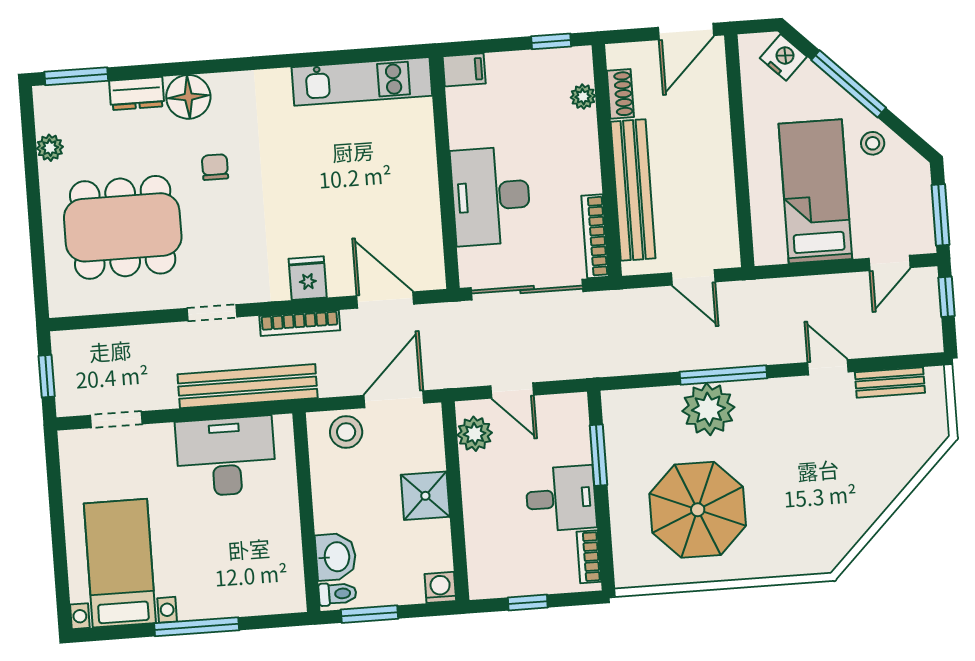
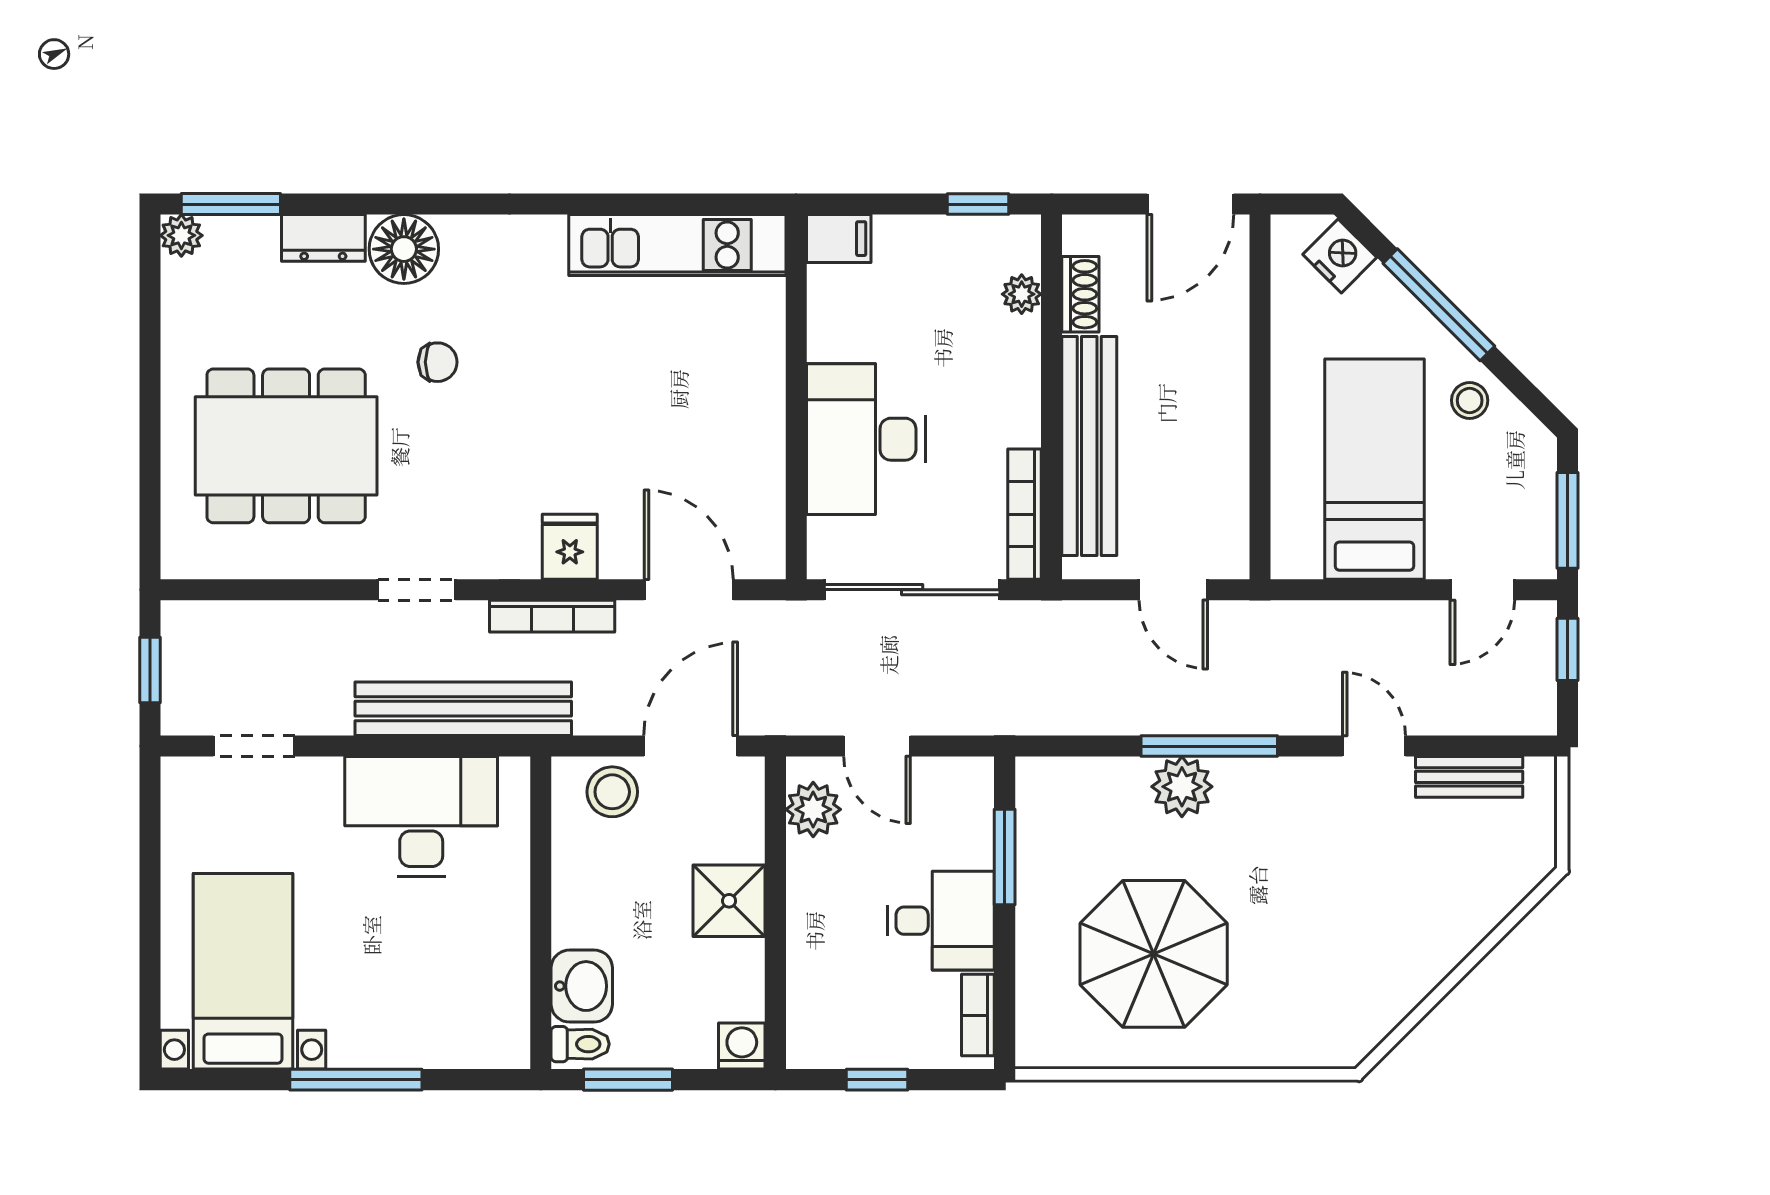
plant: (50, 148) -> (181, 235), moved
chair: (215, 167) -> (437, 362), turned 90
plant: (708, 409) -> (1182, 787), width x0.73, depth x0.73

